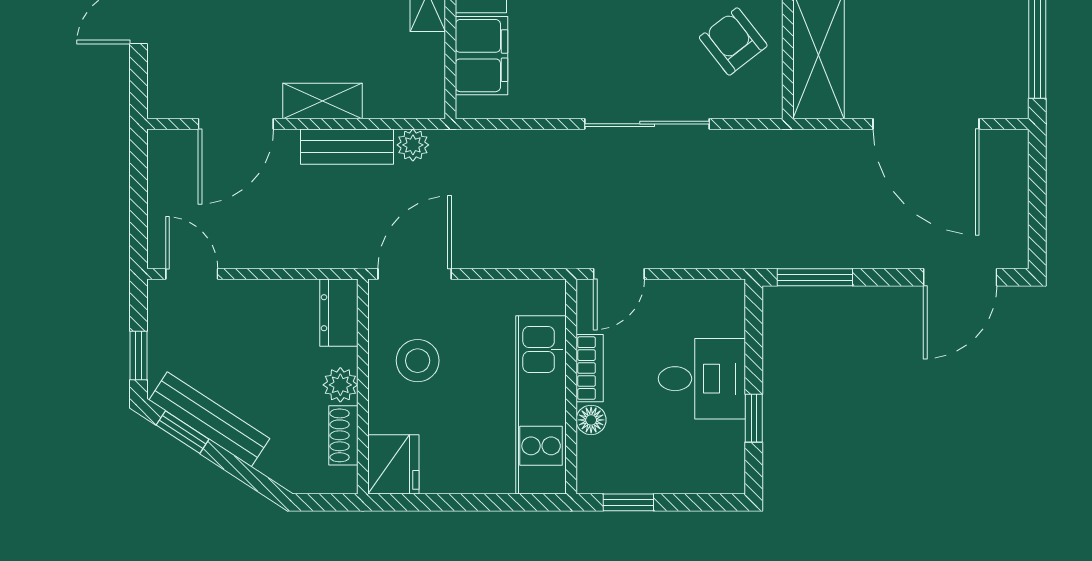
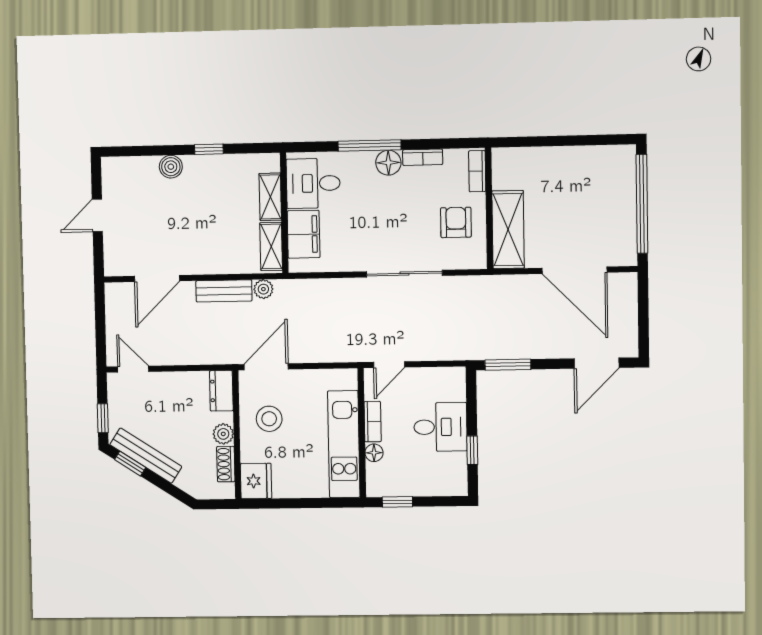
armchair: (733, 41) -> (456, 222), turned 38
shelving: (322, 101) -> (271, 246), moved, turned 90

